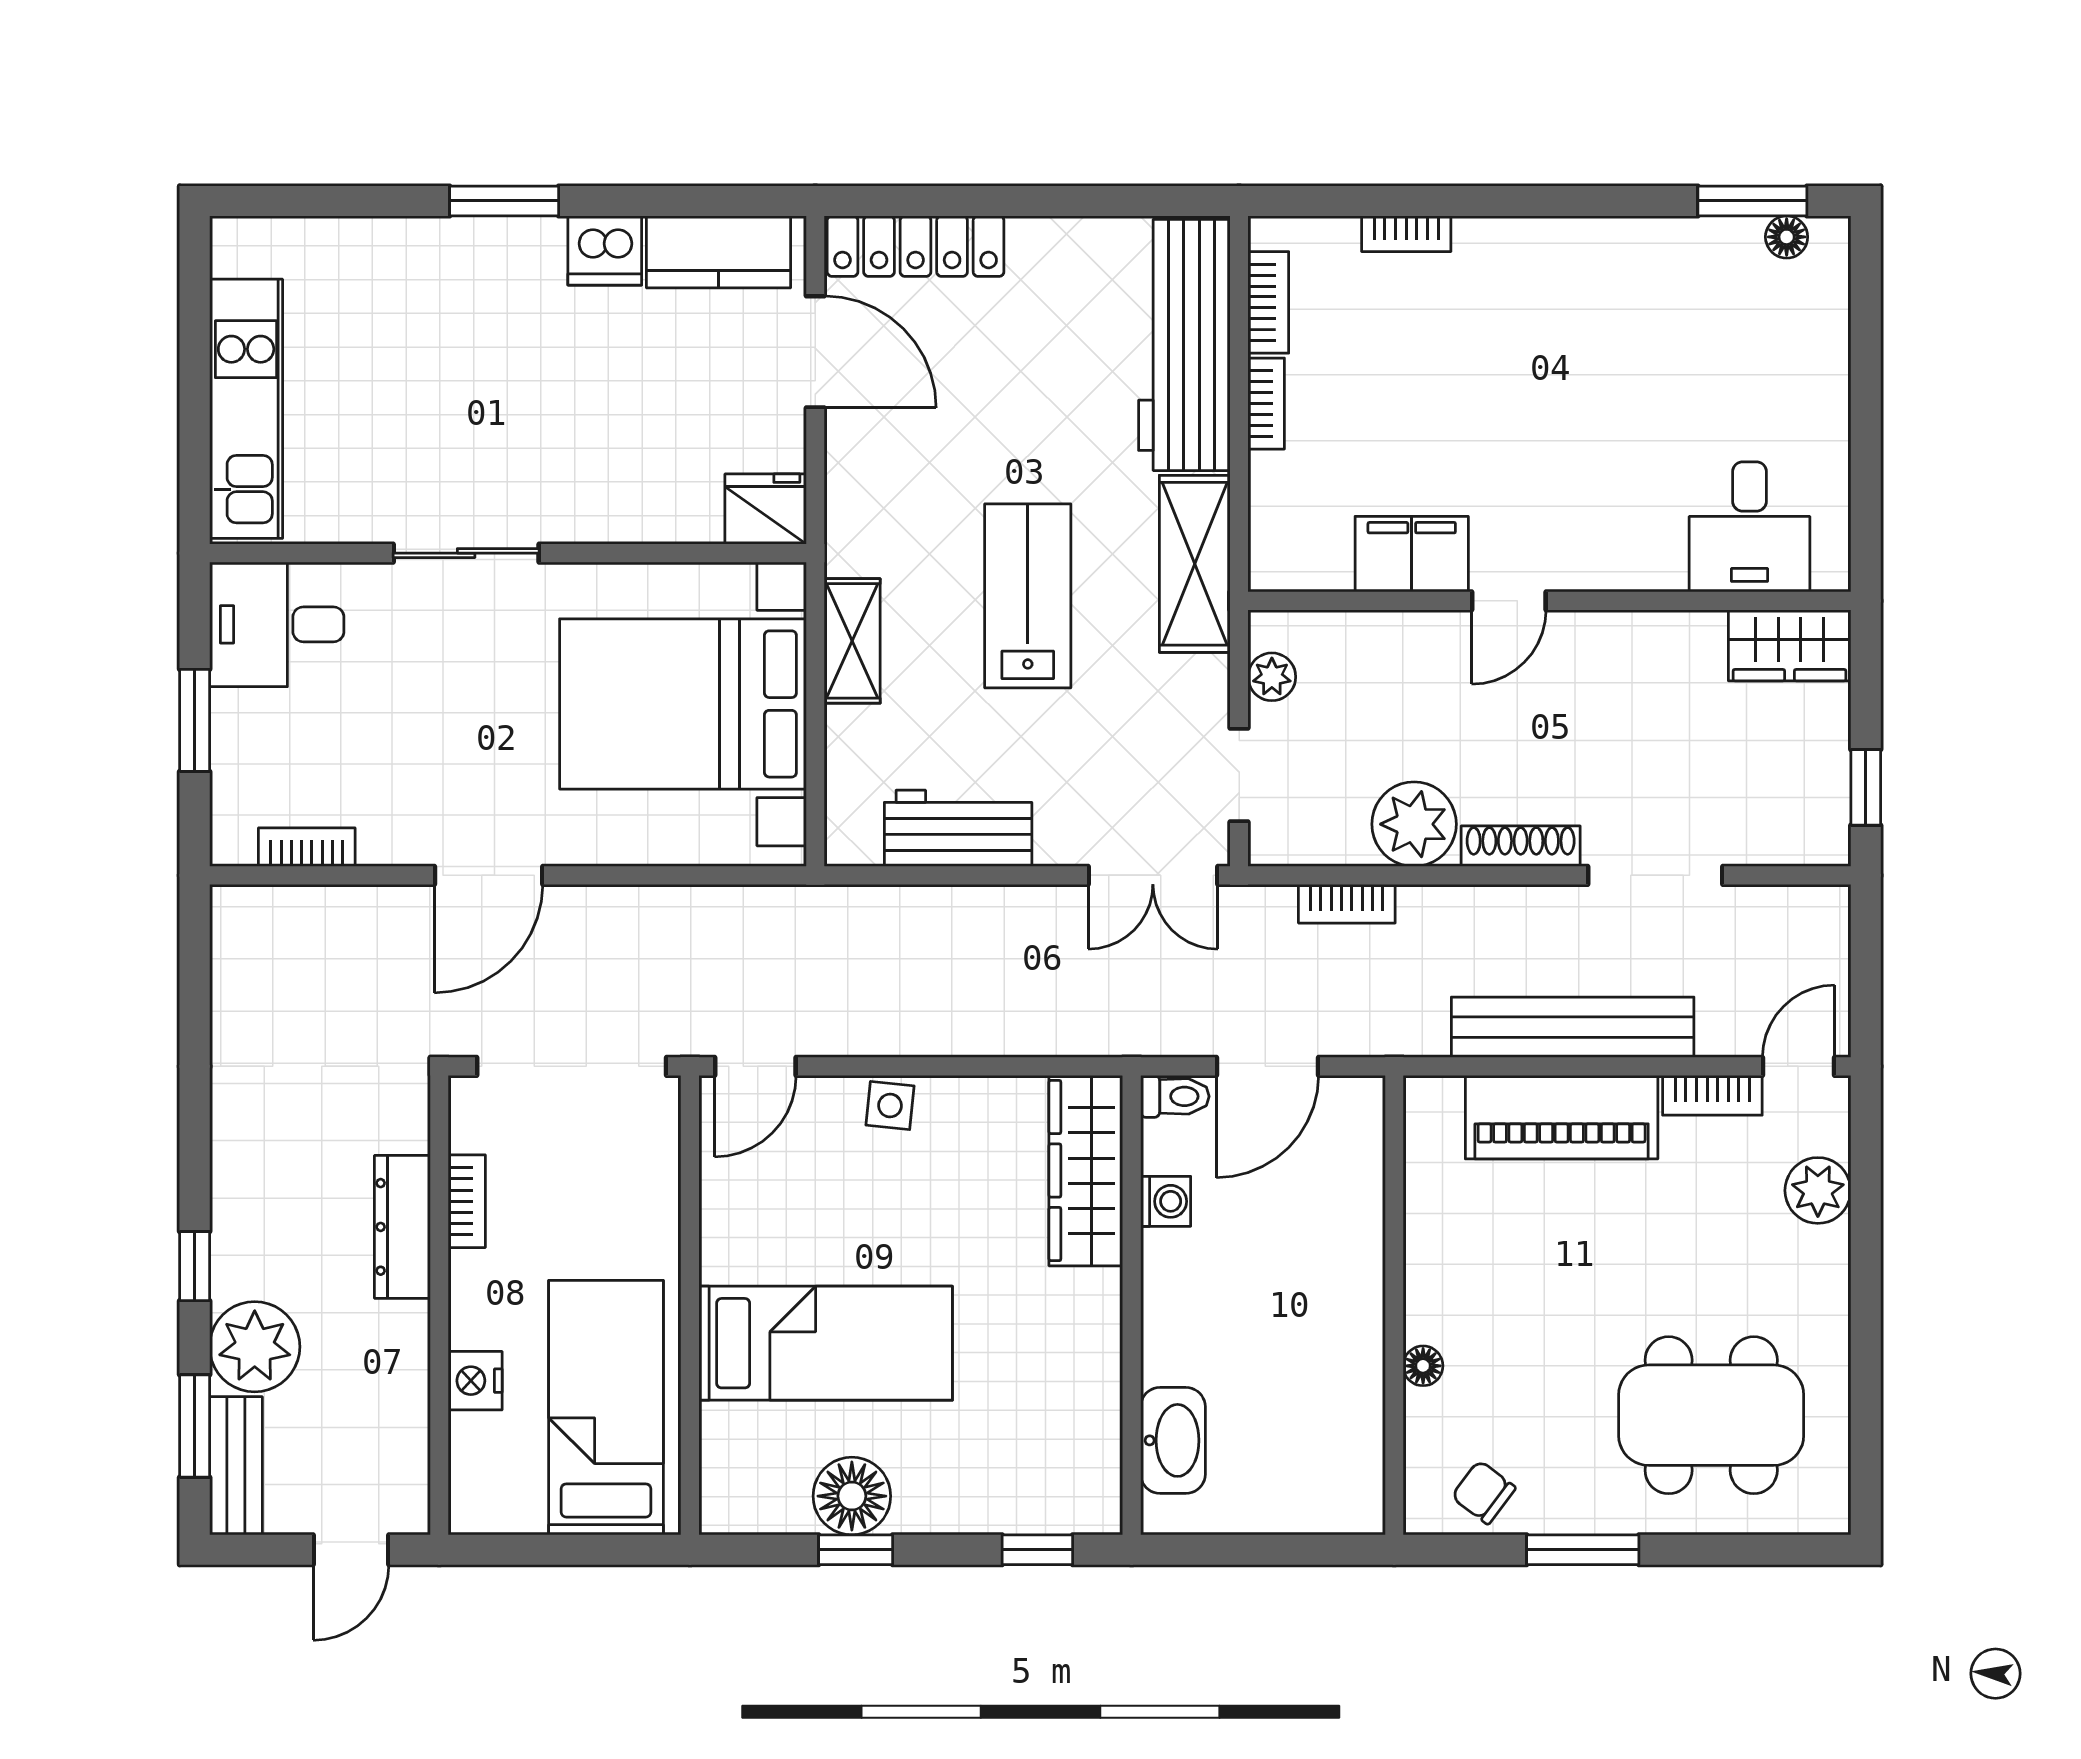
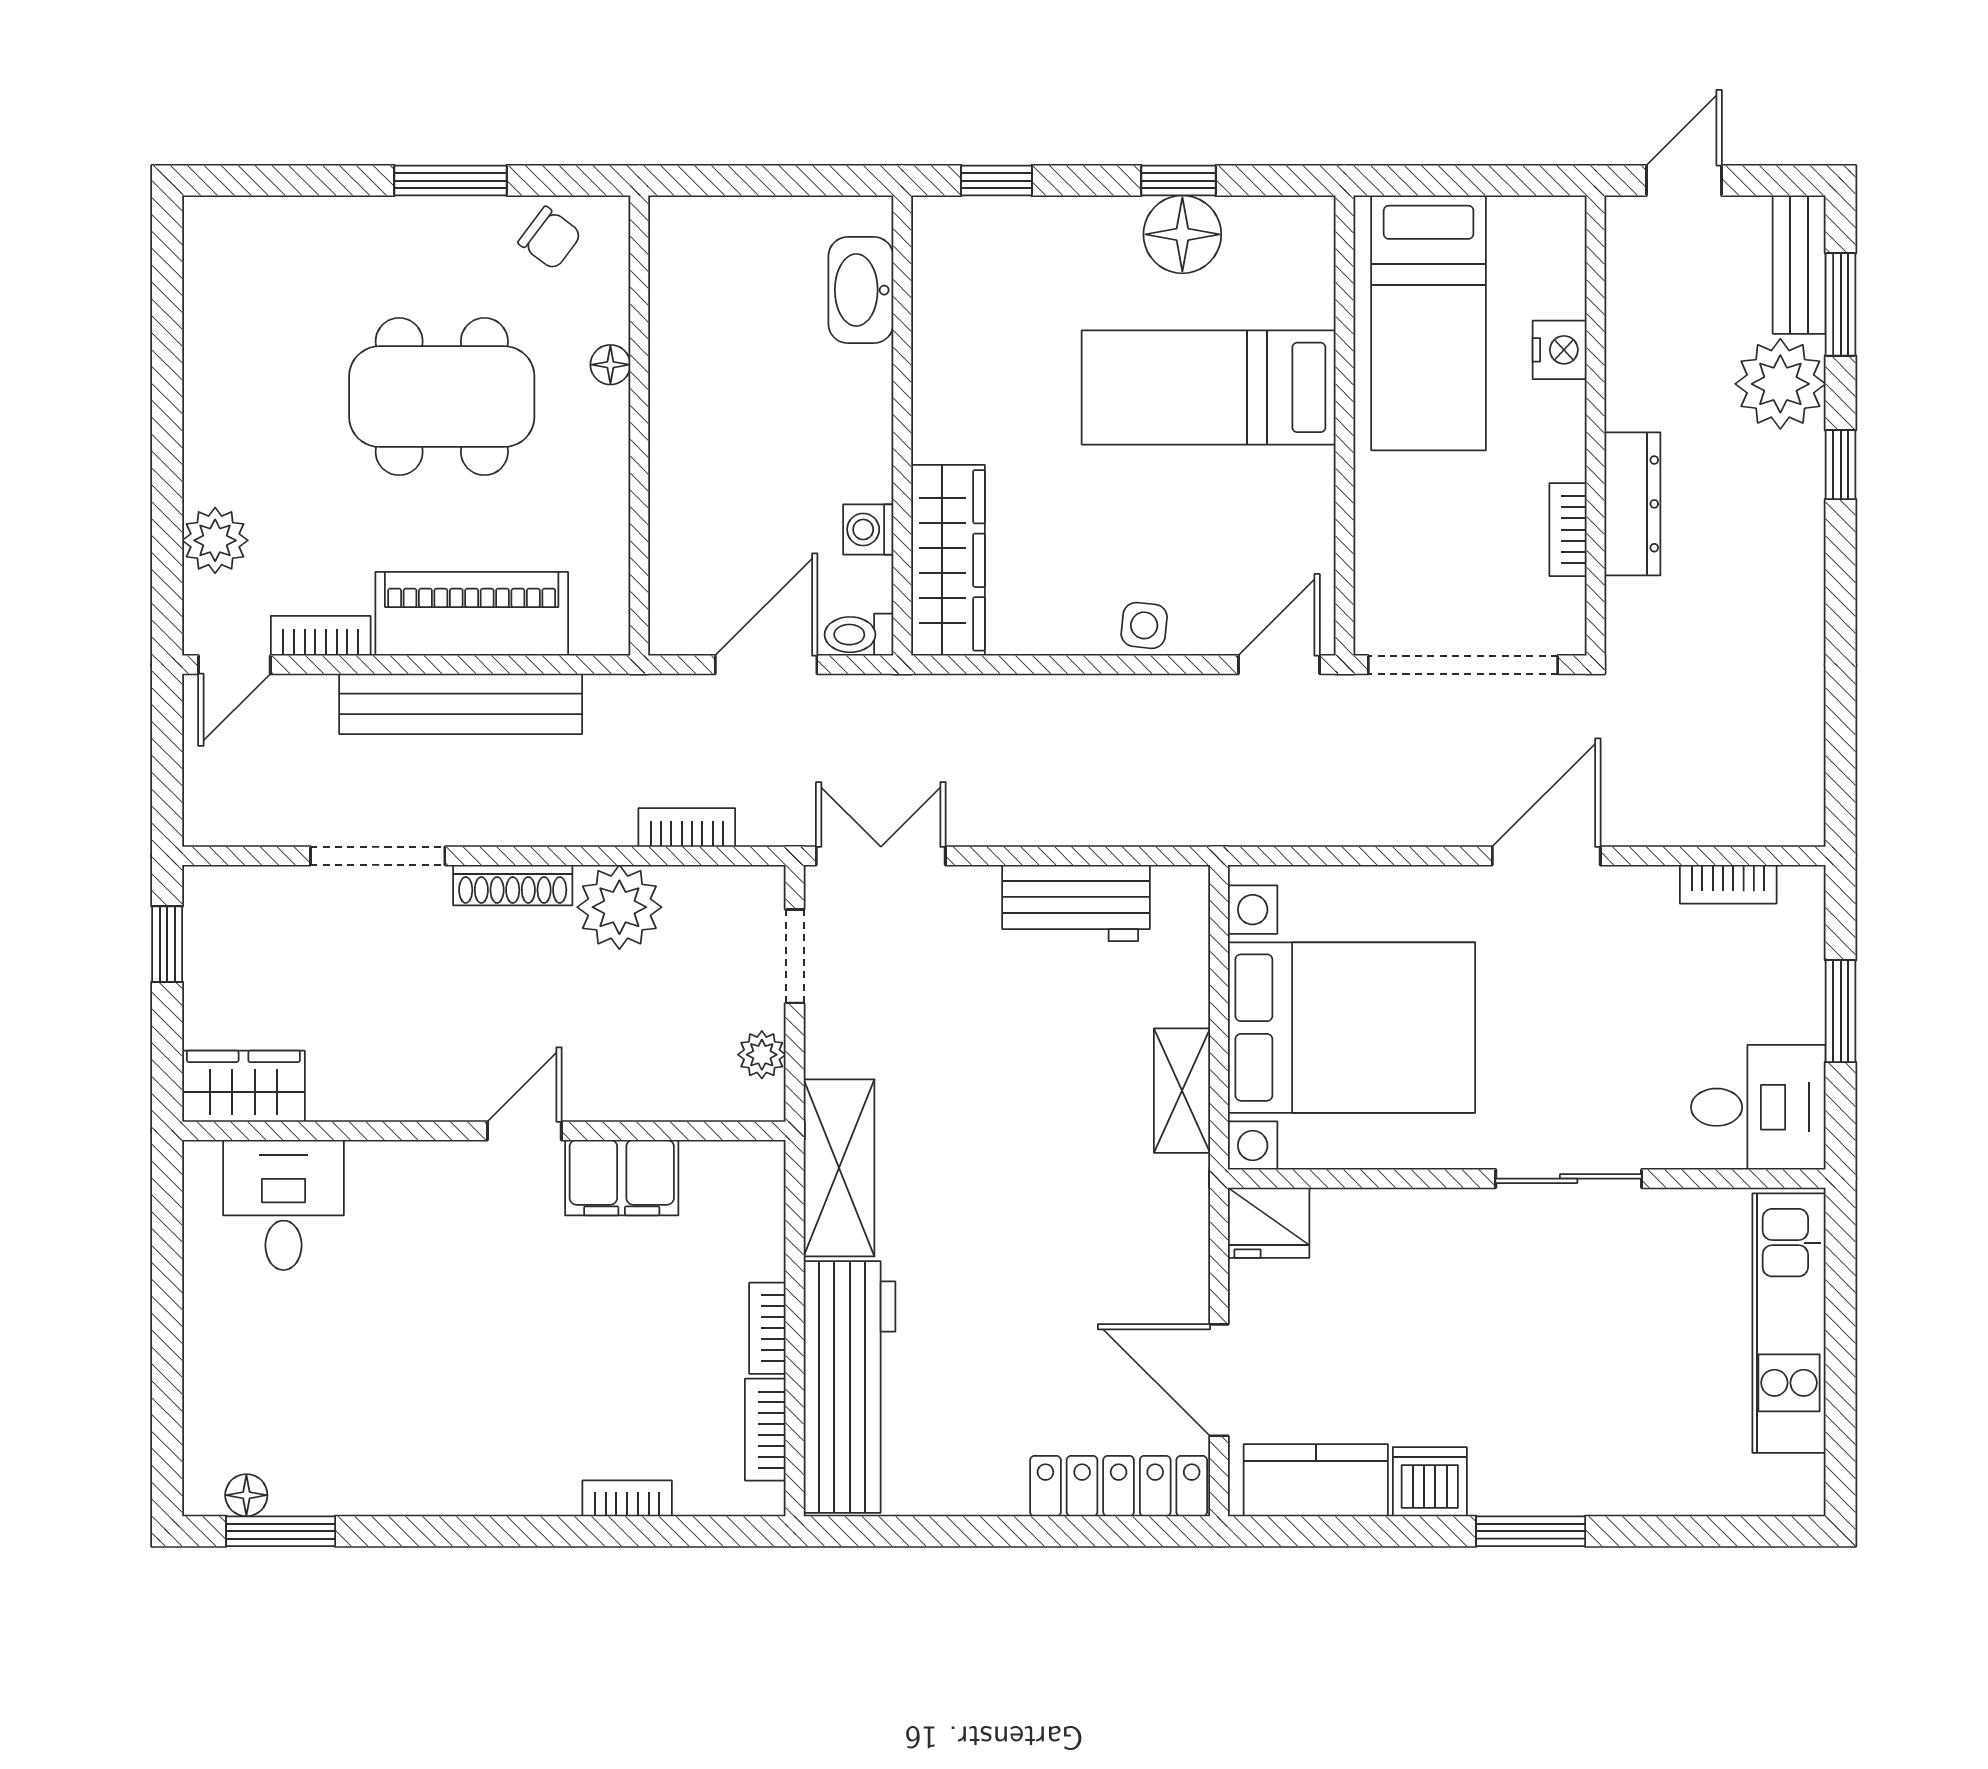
lab bench: (1028, 596) -> (1006, 1136), removed
dining table: (1711, 1415) -> (442, 397), moved

